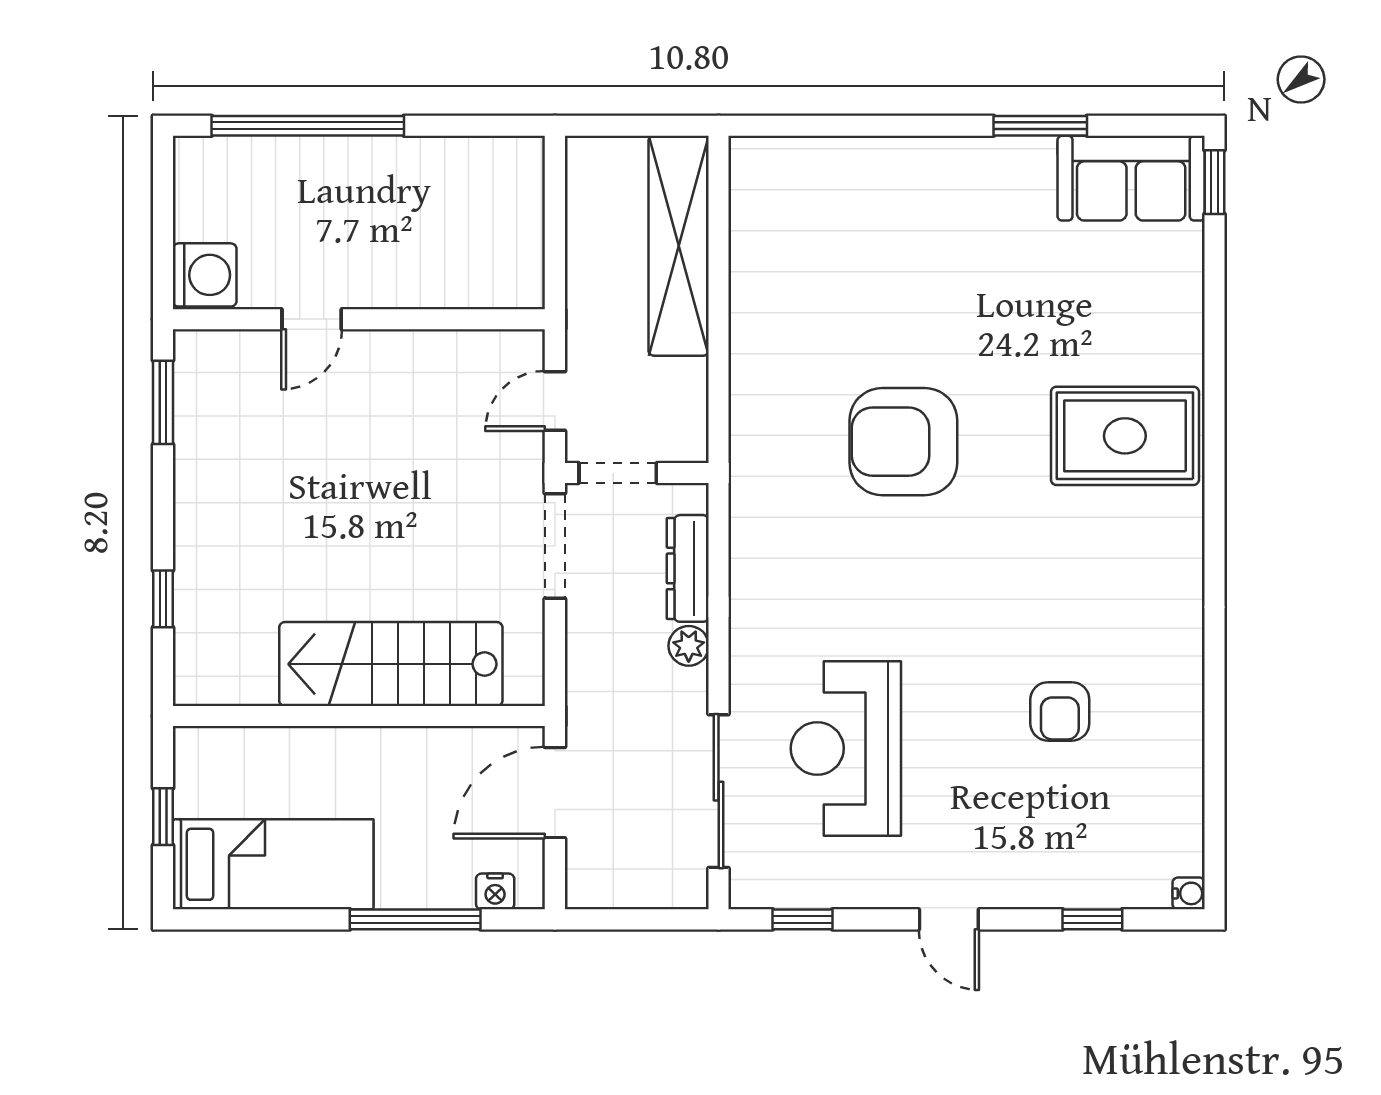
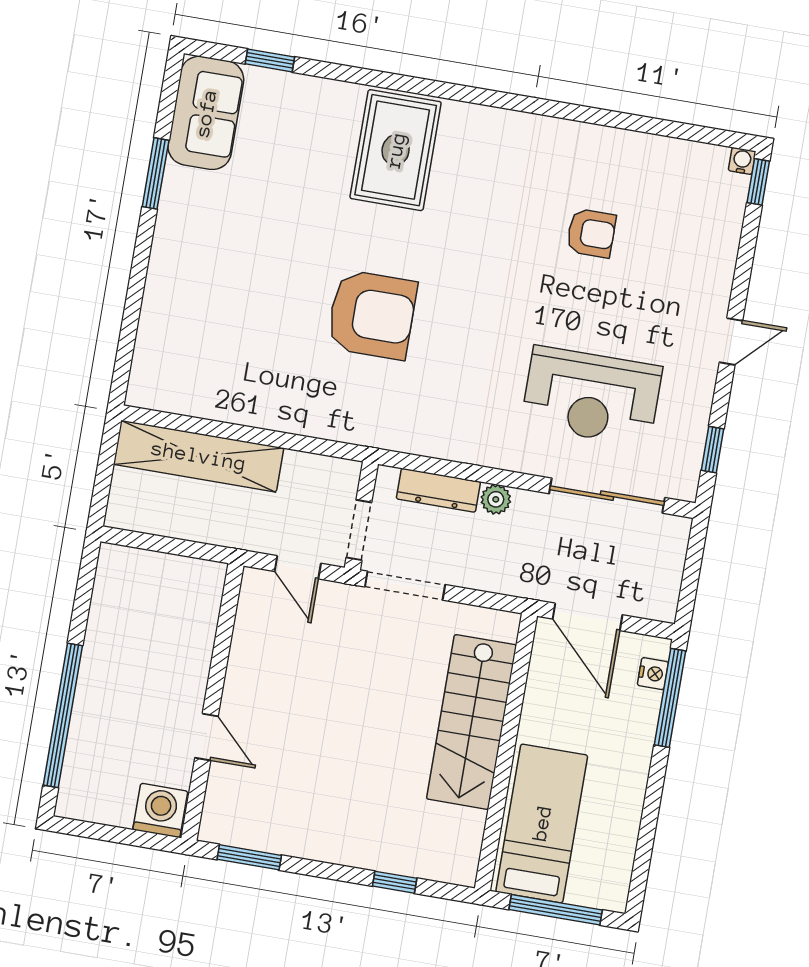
window: (1215, 182) -> (270, 60), moved
armchair: (903, 442) -> (372, 315), turned -90
window: (163, 817) -> (556, 910), width x2.17
bed: (273, 864) -> (542, 823), moved
window: (415, 919) -> (670, 698), moved
window: (1092, 919) -> (758, 182), moved

